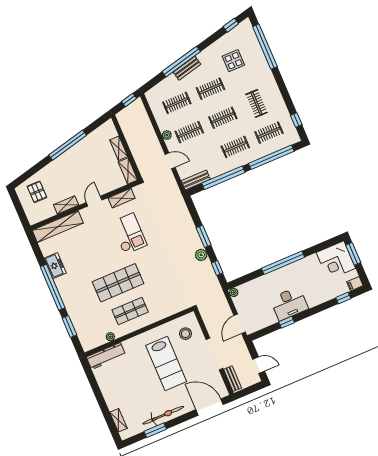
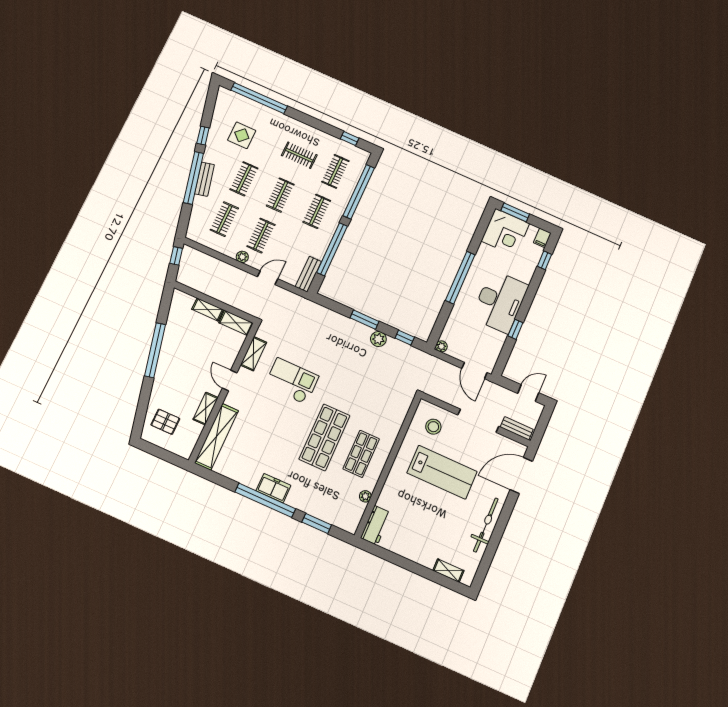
window: (231, 25) -> (203, 136), moved
freezer: (55, 266) -> (273, 488), moved
desk: (289, 304) -> (500, 301), width x1.36, depth x1.30
workbench: (106, 356) -> (376, 525), width x0.73
window: (155, 430) -> (492, 547), removed

